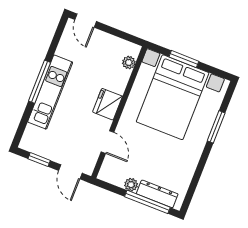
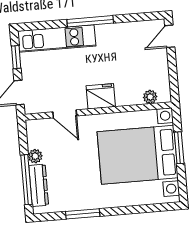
kitchen unit: (50, 92) -> (57, 39), moved
window: (216, 127) -> (83, 214), moved
door: (107, 142) -> (65, 114), hinge flipped

